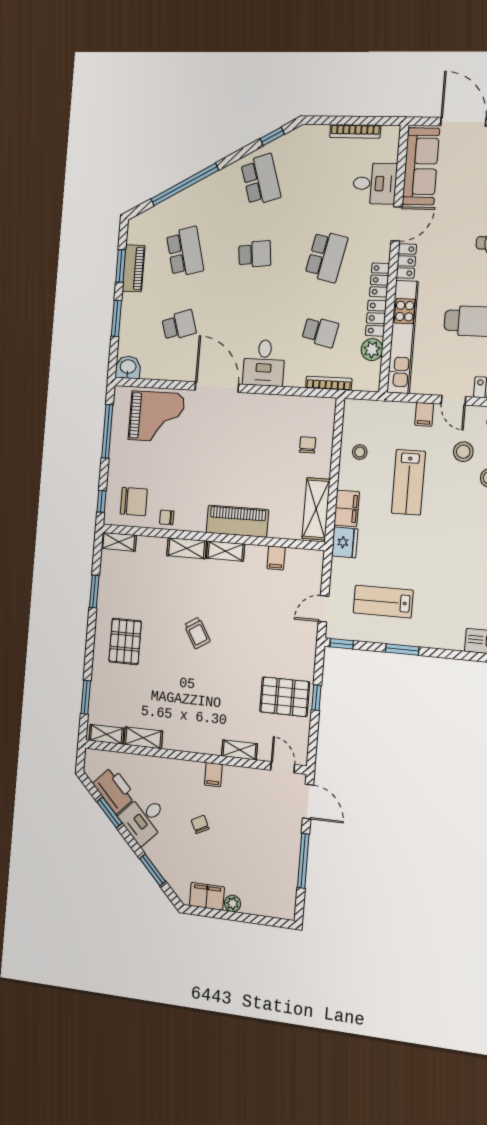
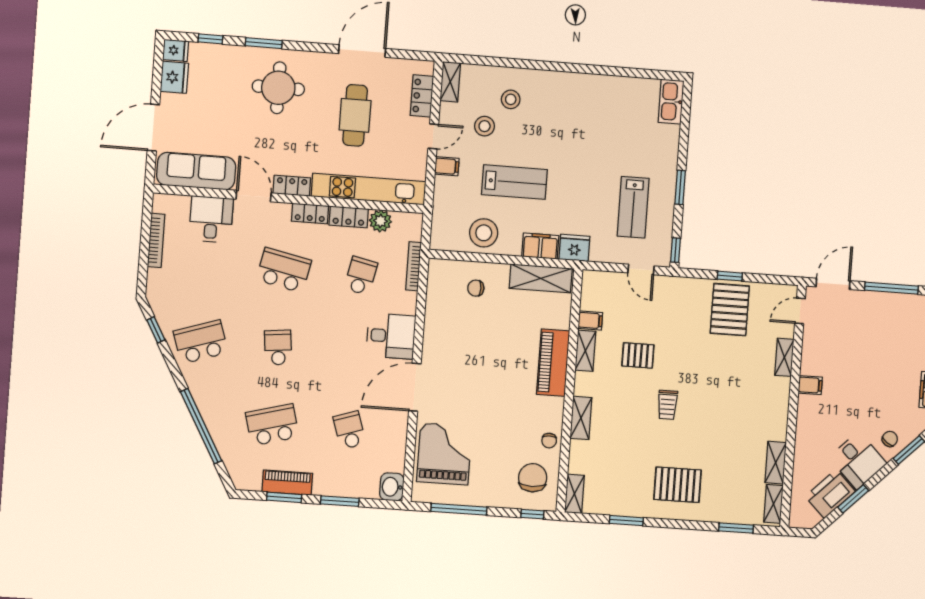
stool: (360, 452) -> (484, 233), width x1.89, depth x1.89
shelving: (226, 551) -> (585, 351), moved
pallet: (243, 605) -> (638, 355), added
trolley: (197, 633) -> (667, 405), turned 121
chair: (200, 824) -> (890, 439), moved, turned 151

